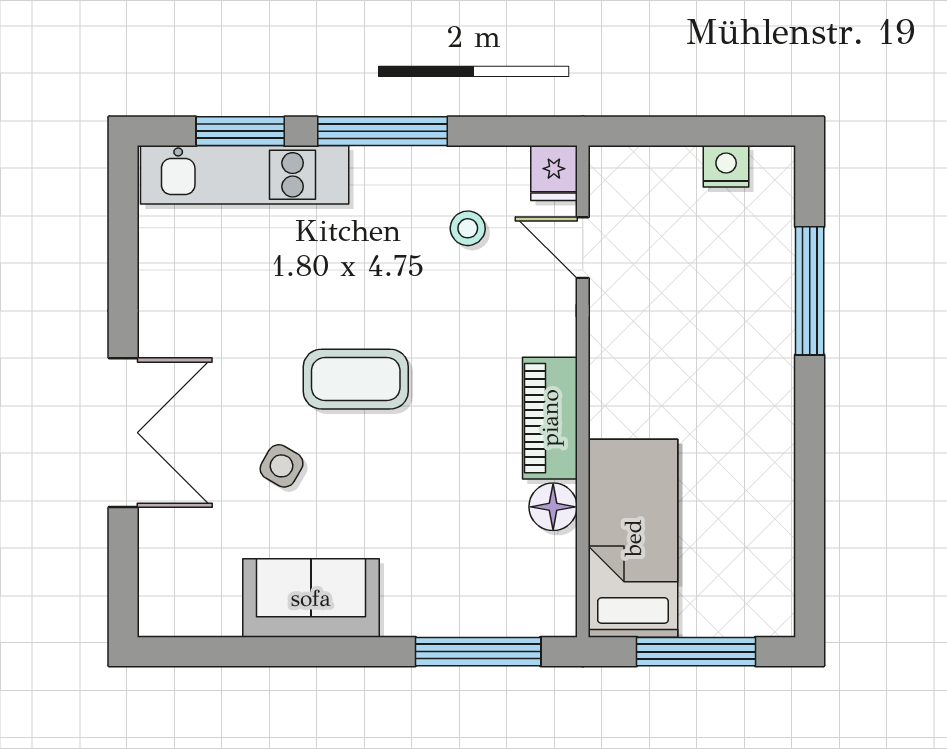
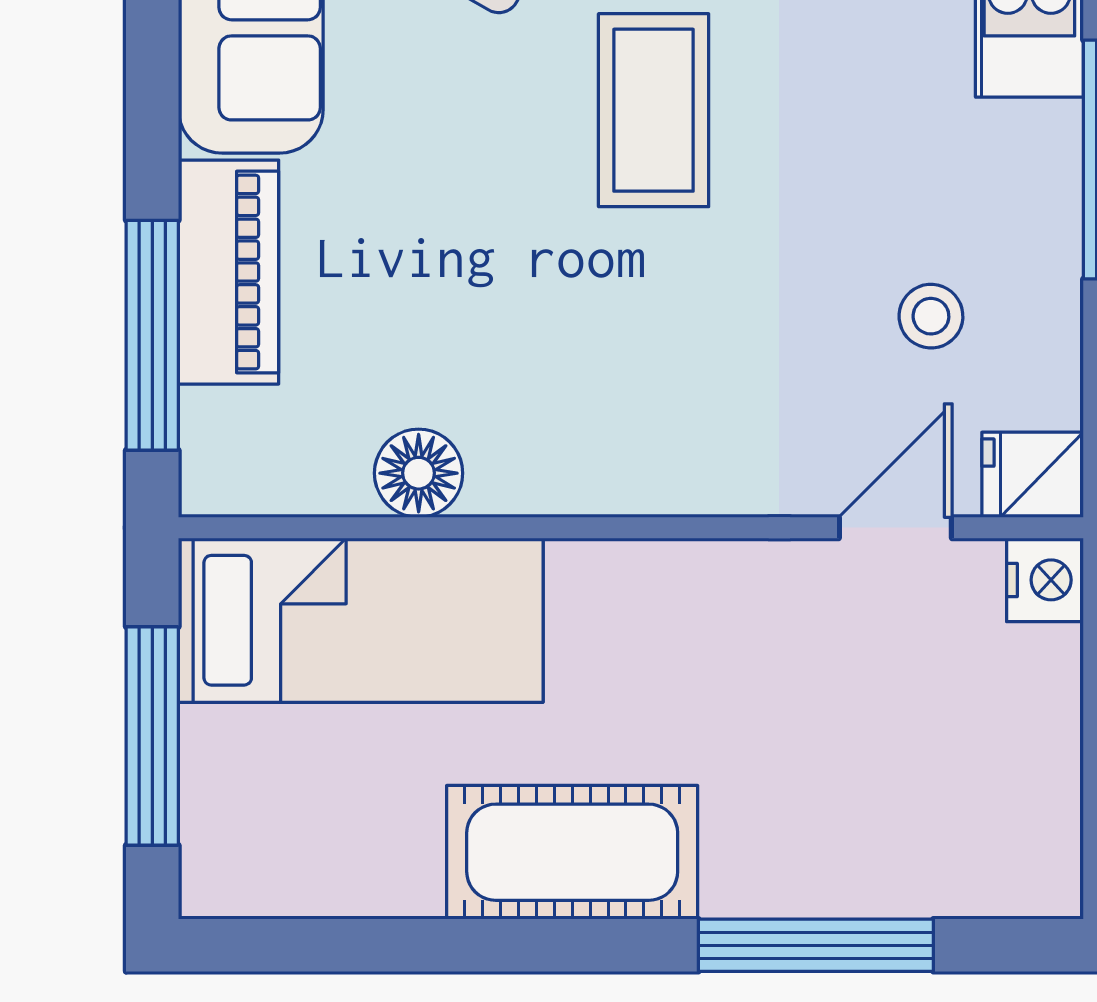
nightstand: (726, 166) -> (1045, 580), moved
piano: (550, 418) -> (229, 272), moved, turned 90
cot: (759, 423) -> (572, 852), added

